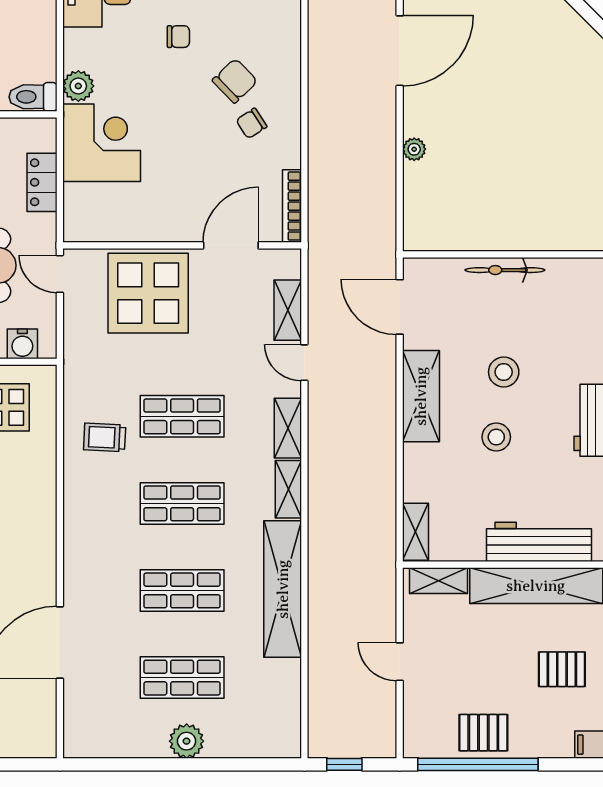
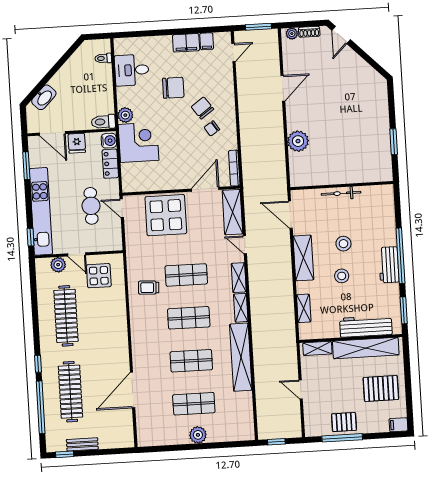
chair: (178, 37) -> (173, 88), width x1.87, depth x1.87
door: (400, 51) -> (283, 88), width x0.73
chair: (235, 81) -> (202, 108), turned -82
plant: (414, 149) -> (298, 141), width x1.88, depth x1.88
shelving: (288, 310) -> (232, 212), width x1.50, depth x1.33
water cooler: (22, 344) -> (109, 141), moved, turned -90
shelving: (416, 532) -> (304, 308), moved
pallet: (562, 669) -> (381, 388), width x1.50, depth x1.42
window: (478, 764) -> (342, 438), width x0.68

